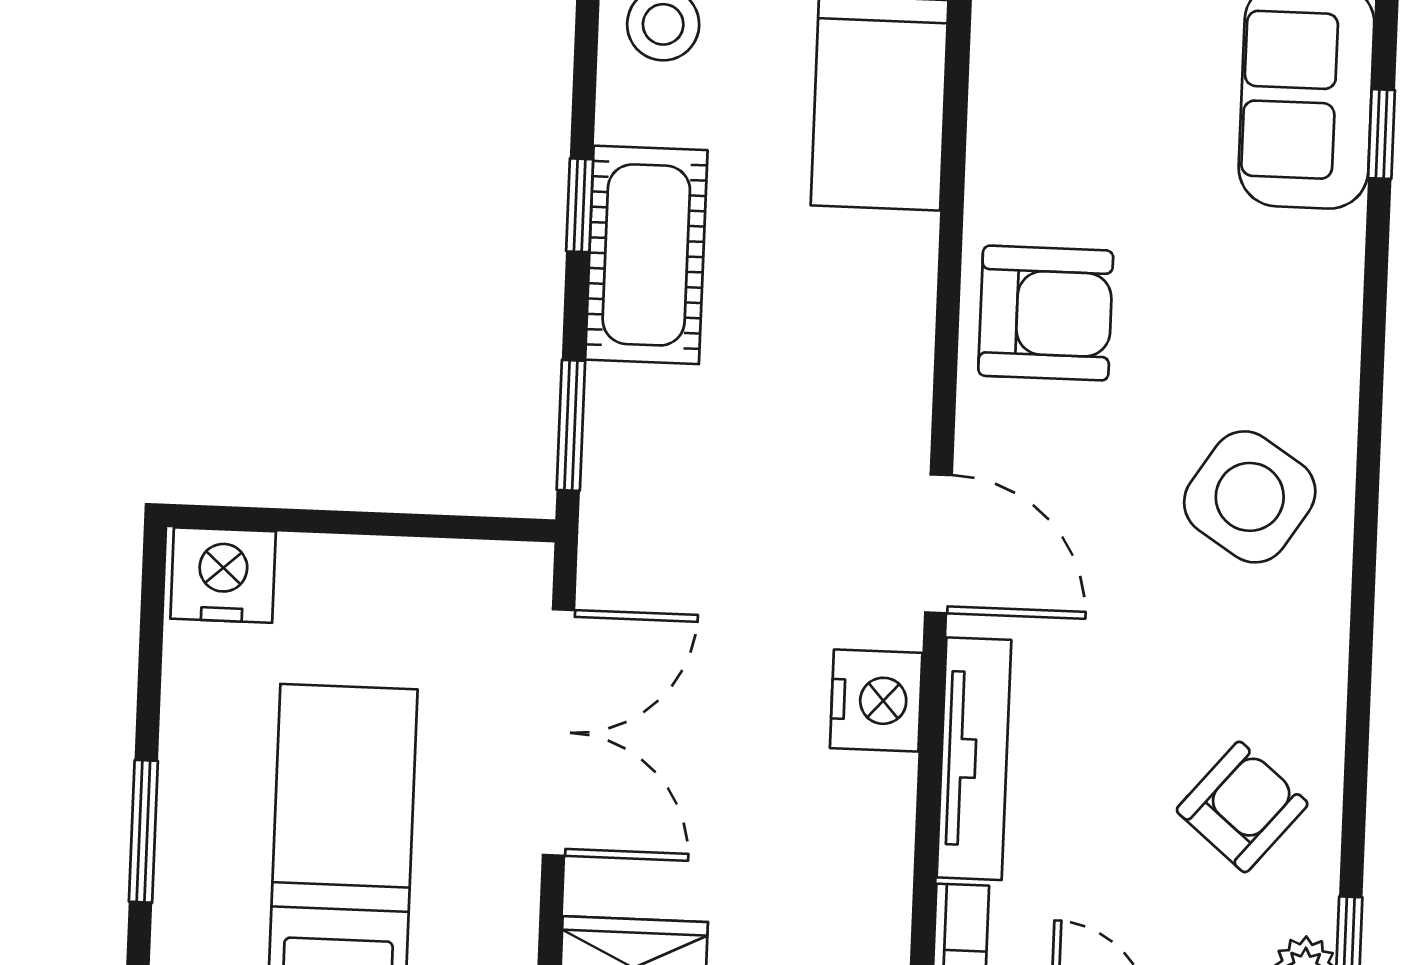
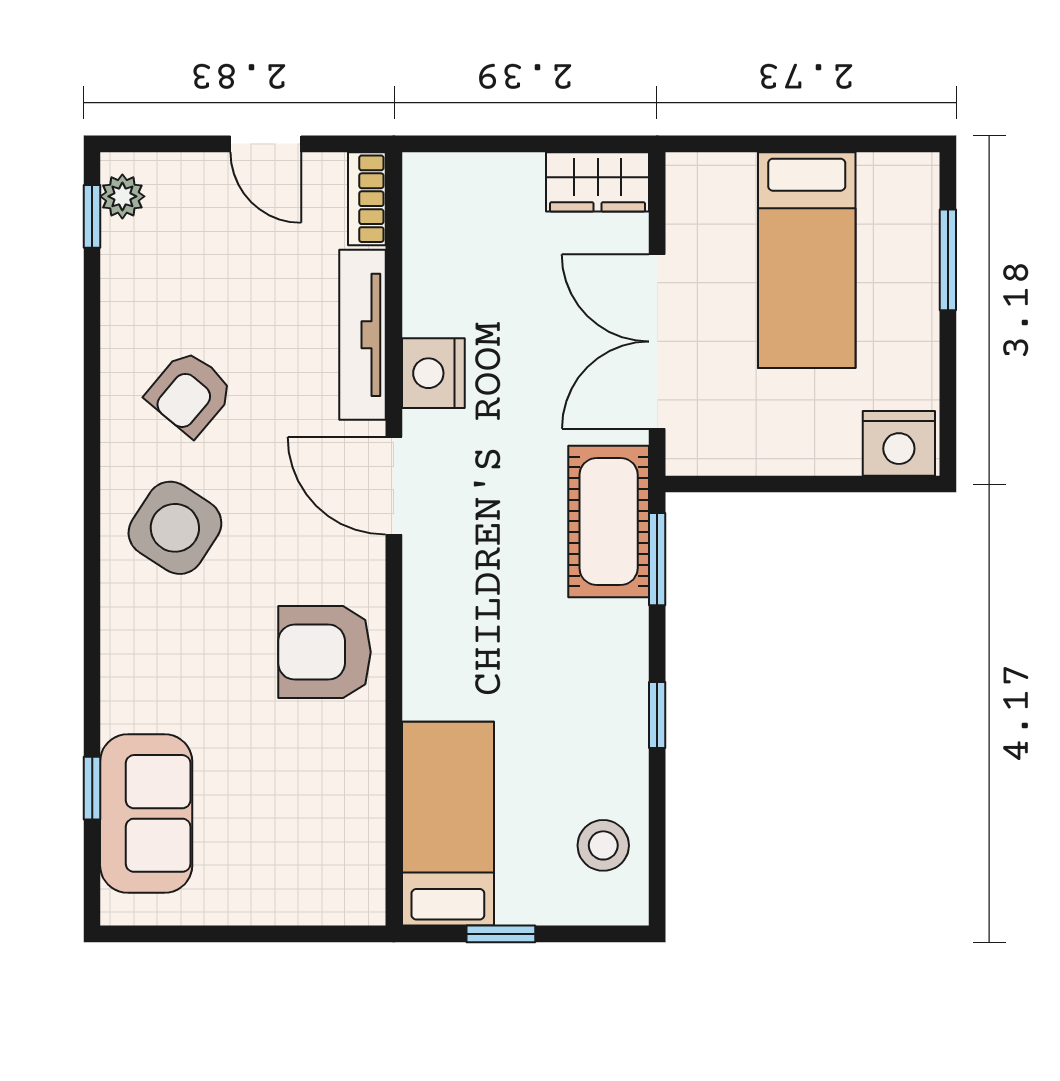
cot: (646, 255) -> (609, 521), moved
armchair: (1242, 807) -> (190, 393), moved

